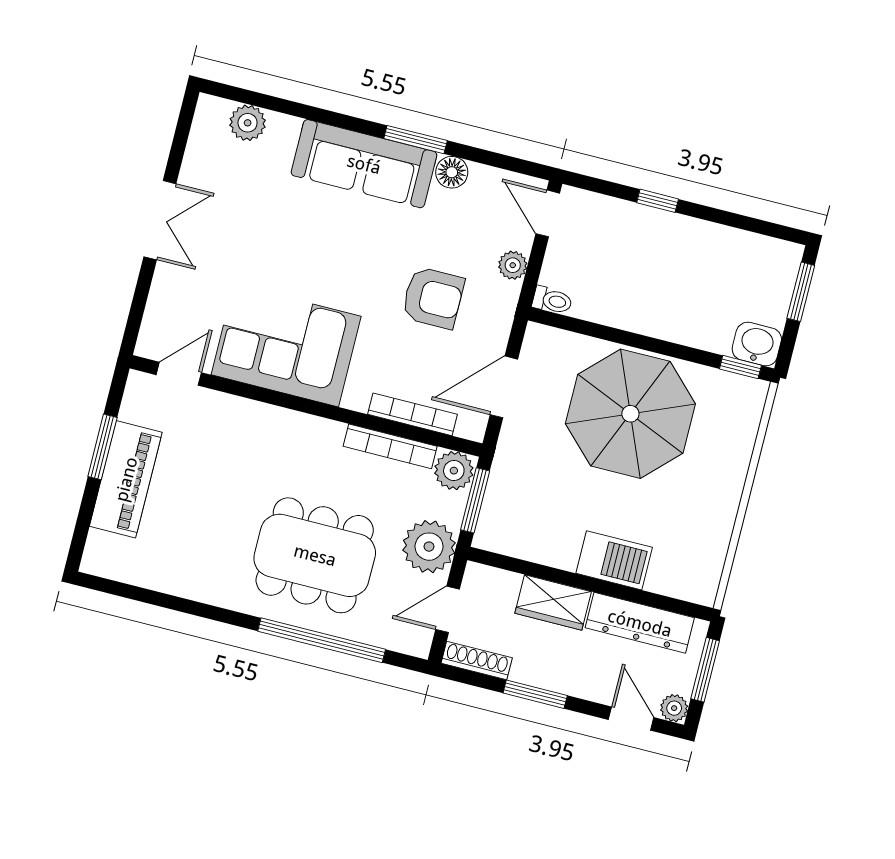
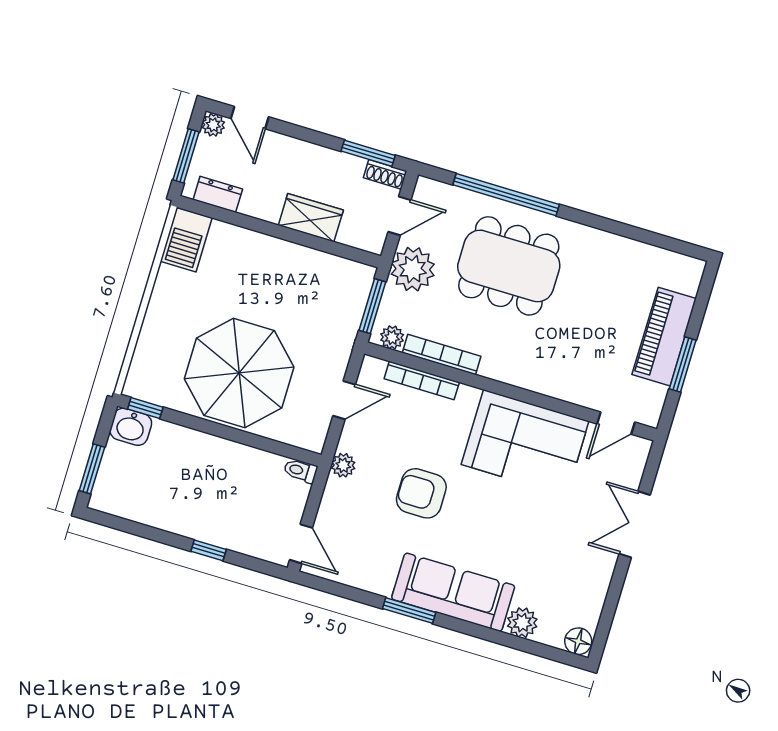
plant: (248, 123) -> (522, 623), moved
floor lamp: (452, 172) -> (578, 641), moved
double door: (160, 220) -> (635, 524), moved
plant: (513, 265) -> (343, 465), moved
armchair: (433, 298) -> (421, 493), moved
door: (504, 387) -> (344, 400), width x0.73
plant: (454, 471) -> (392, 337), width x0.73, depth x0.73
barbecue: (614, 560) -> (186, 240), moved, turned -90
dresser: (640, 623) -> (218, 194), width x0.51, depth x0.80
shoe rack: (477, 660) -> (385, 174), width x0.70
window: (535, 694) -> (368, 153), moved

